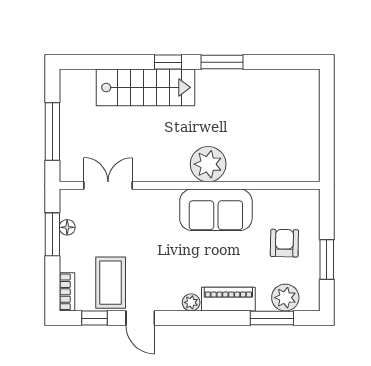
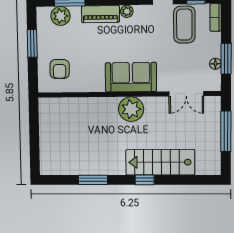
window: (222, 62) -> (93, 180), moved
plant: (208, 164) -> (131, 109), moved
sofa: (216, 210) -> (131, 77), moved
armchair: (284, 243) -> (60, 69), moved

